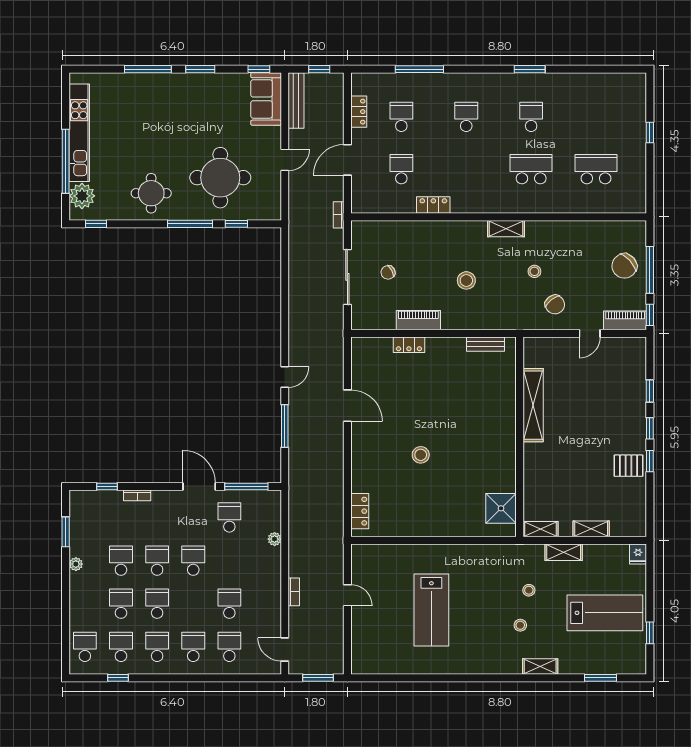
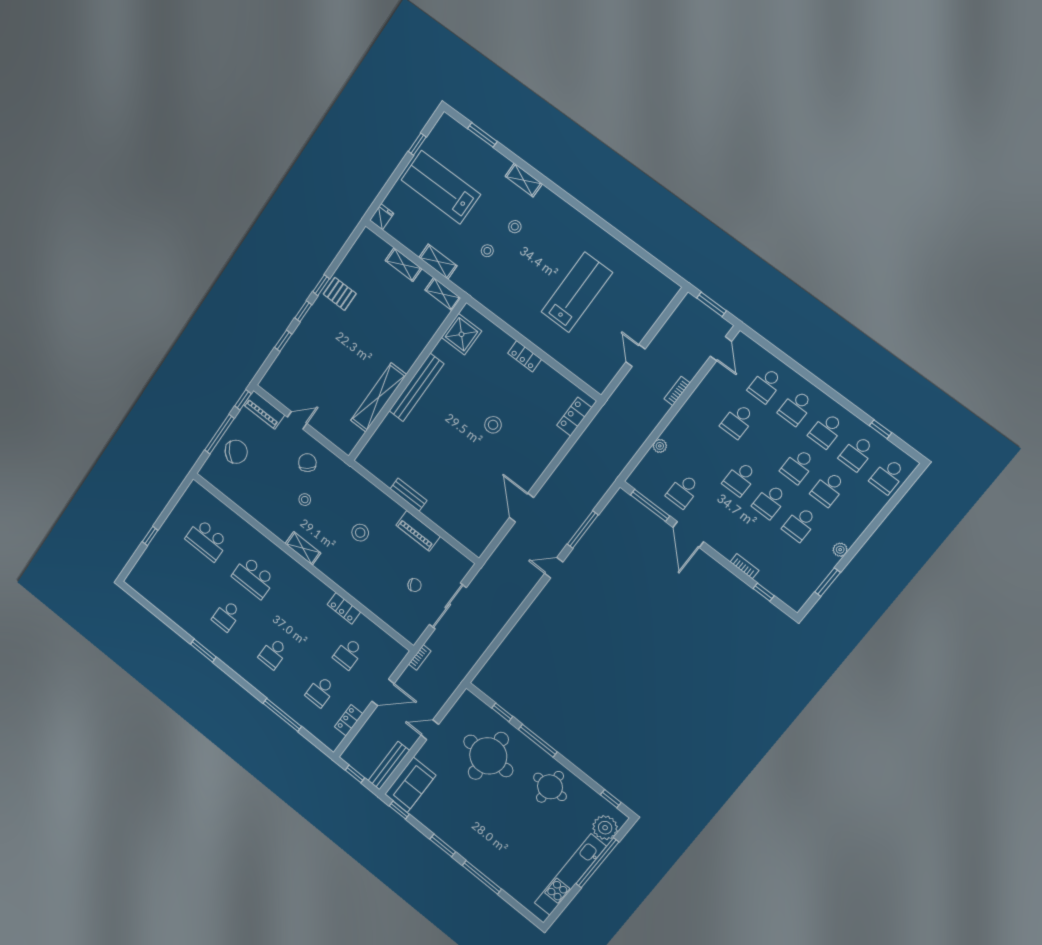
bench: (486, 344) -> (409, 495), moved
locker: (409, 345) -> (525, 356), moved, turned 180
bench: (507, 437) -> (416, 387), added

